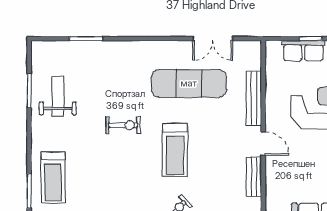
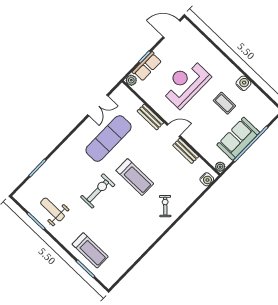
plant: (273, 48) -> (131, 80), added
bench: (254, 98) -> (150, 117), width x0.73
exercise bike: (123, 125) -> (98, 191), width x1.38, depth x1.39

